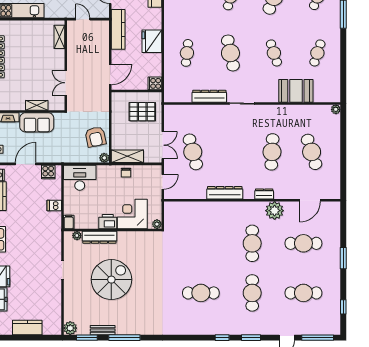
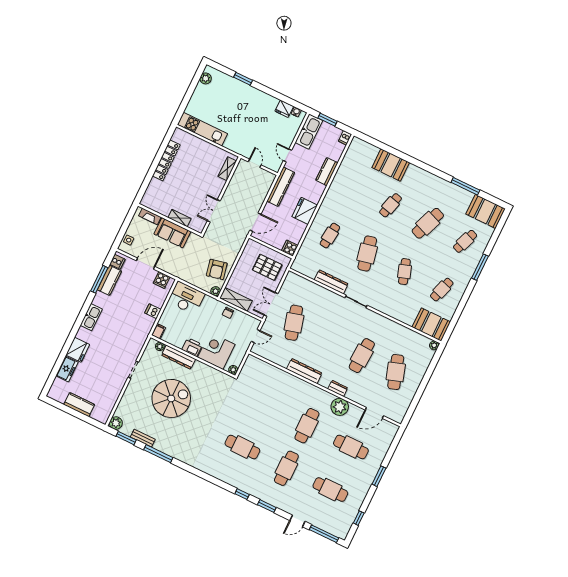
booth: (296, 91) -> (431, 325), moved
double door: (163, 145) -> (271, 304), swing flipped

